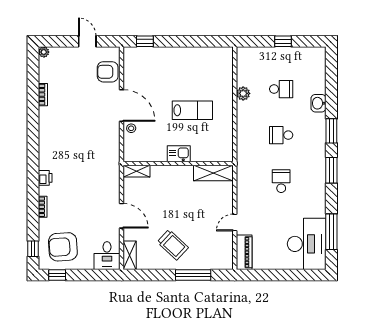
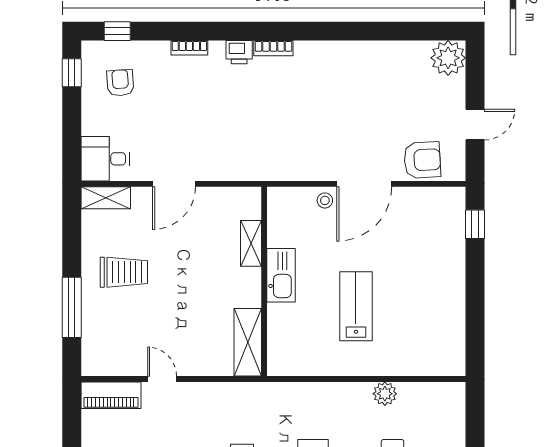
plant: (44, 52) -> (448, 58), width x1.88, depth x1.88
armchair: (108, 72) -> (422, 160), turned 87
bookcase: (43, 95) -> (273, 48), moved
lab bench: (192, 110) -> (356, 306), turned 180
kitchen sink: (179, 154) -> (281, 275), width x1.38
shelving: (137, 171) -> (251, 243), moved
trolley: (173, 245) -> (124, 272), turned -133
armchair: (63, 247) -> (120, 83), width x0.53, depth x0.53

